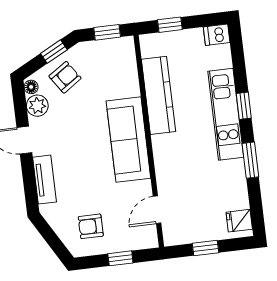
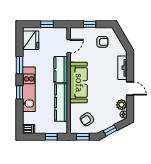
armchair: (65, 77) -> (87, 119), moved
kitchen counter: (167, 161) -> (61, 70), added
fridge: (239, 221) -> (31, 40), width x1.88, depth x1.34

